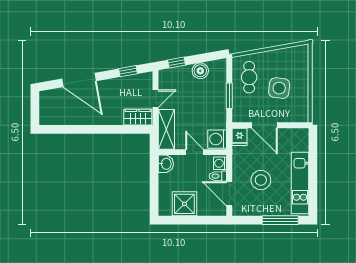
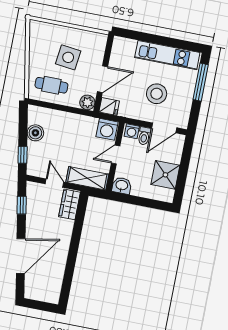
window: (229, 96) -> (66, 109), removed
plant: (239, 115) -> (87, 102), added

